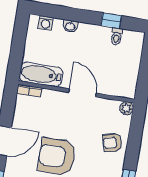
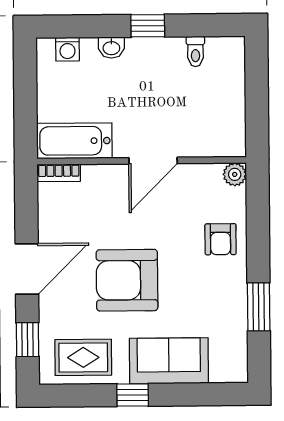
window: (111, 21) -> (148, 26), moved
door: (83, 93) -> (153, 161), swing flipped
armchair: (113, 143) -> (221, 239), turned -76

